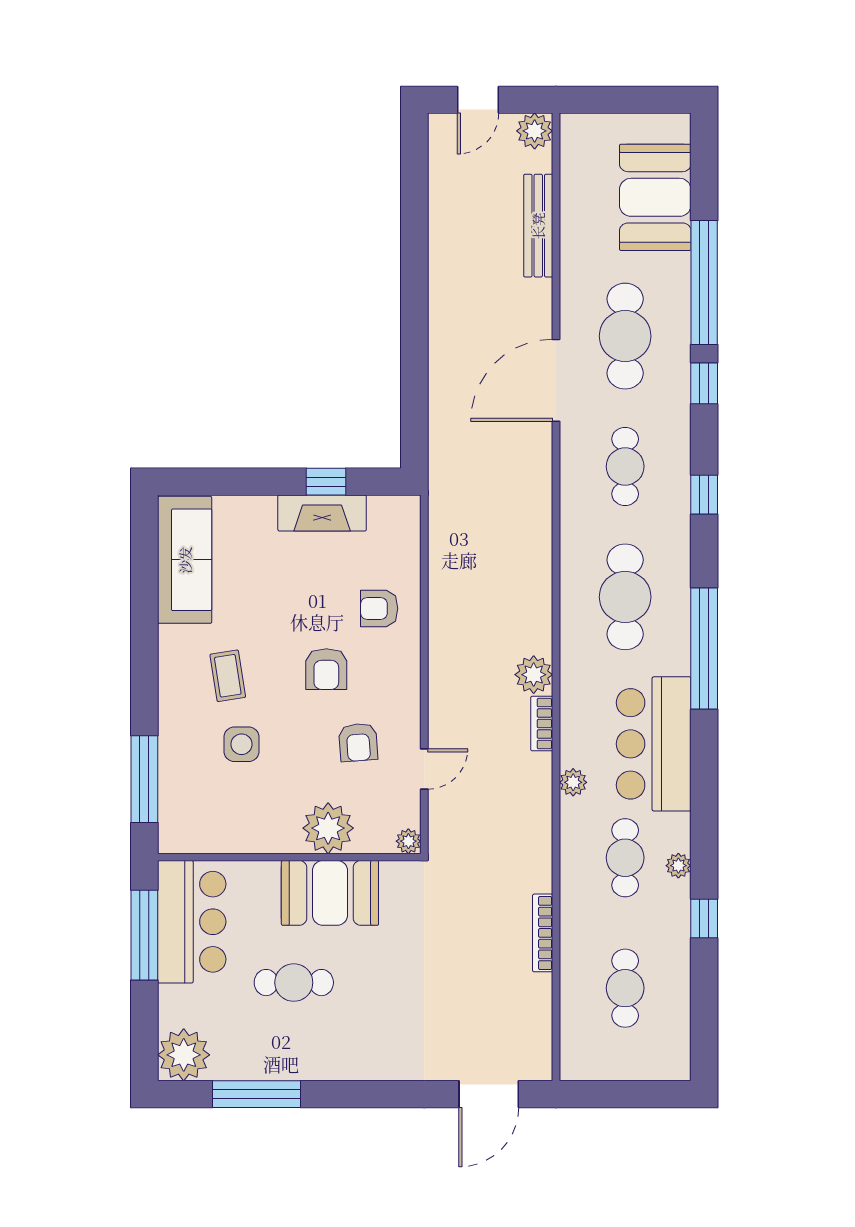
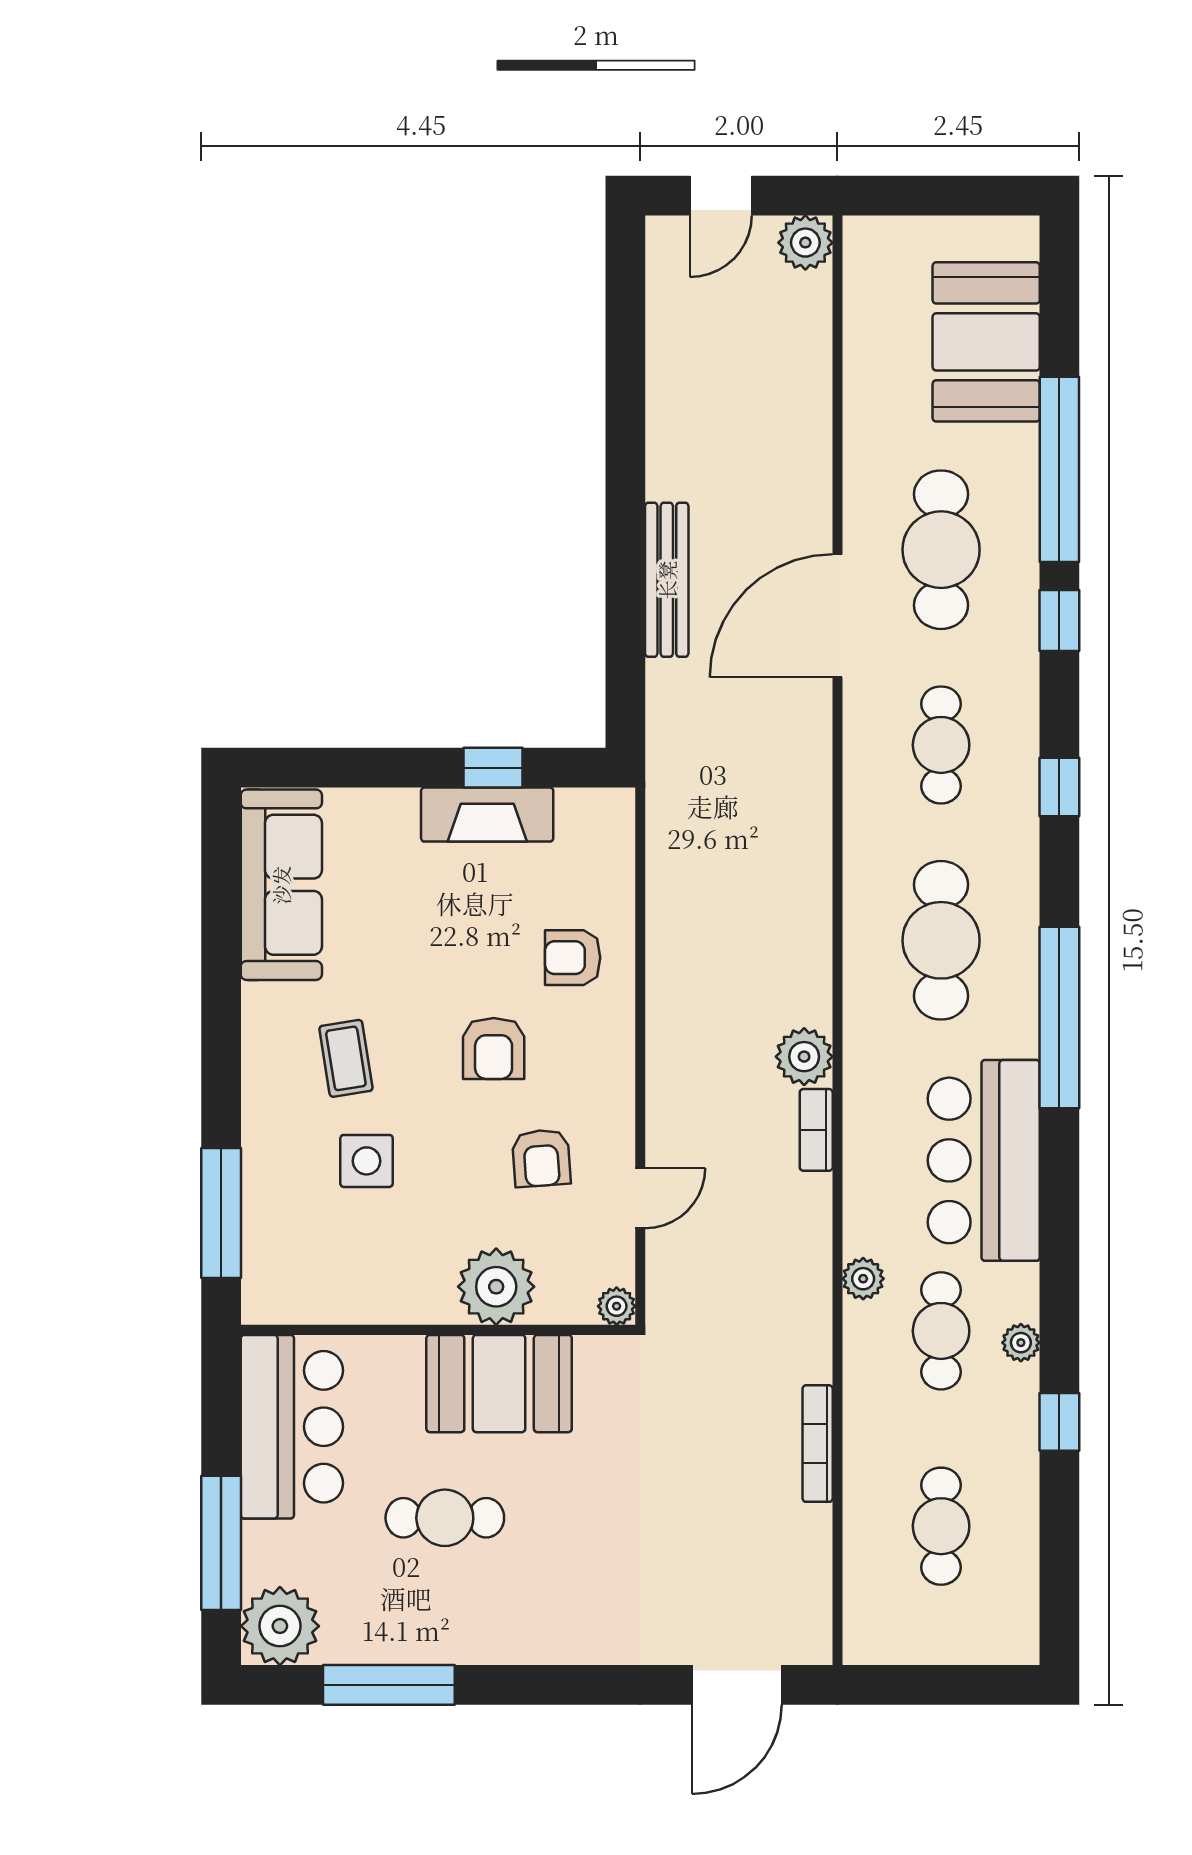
bench: (538, 226) -> (667, 580), moved
plant: (573, 782) -> (863, 1279), moved
window: (144, 935) -> (221, 1543), moved

